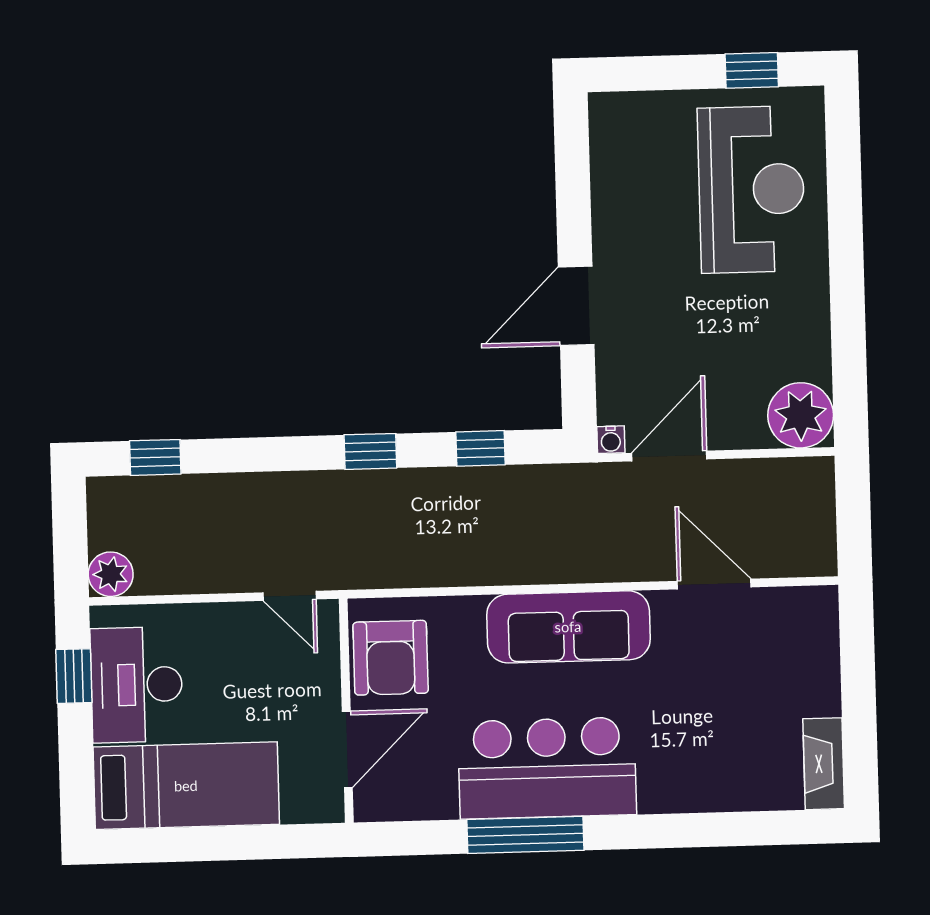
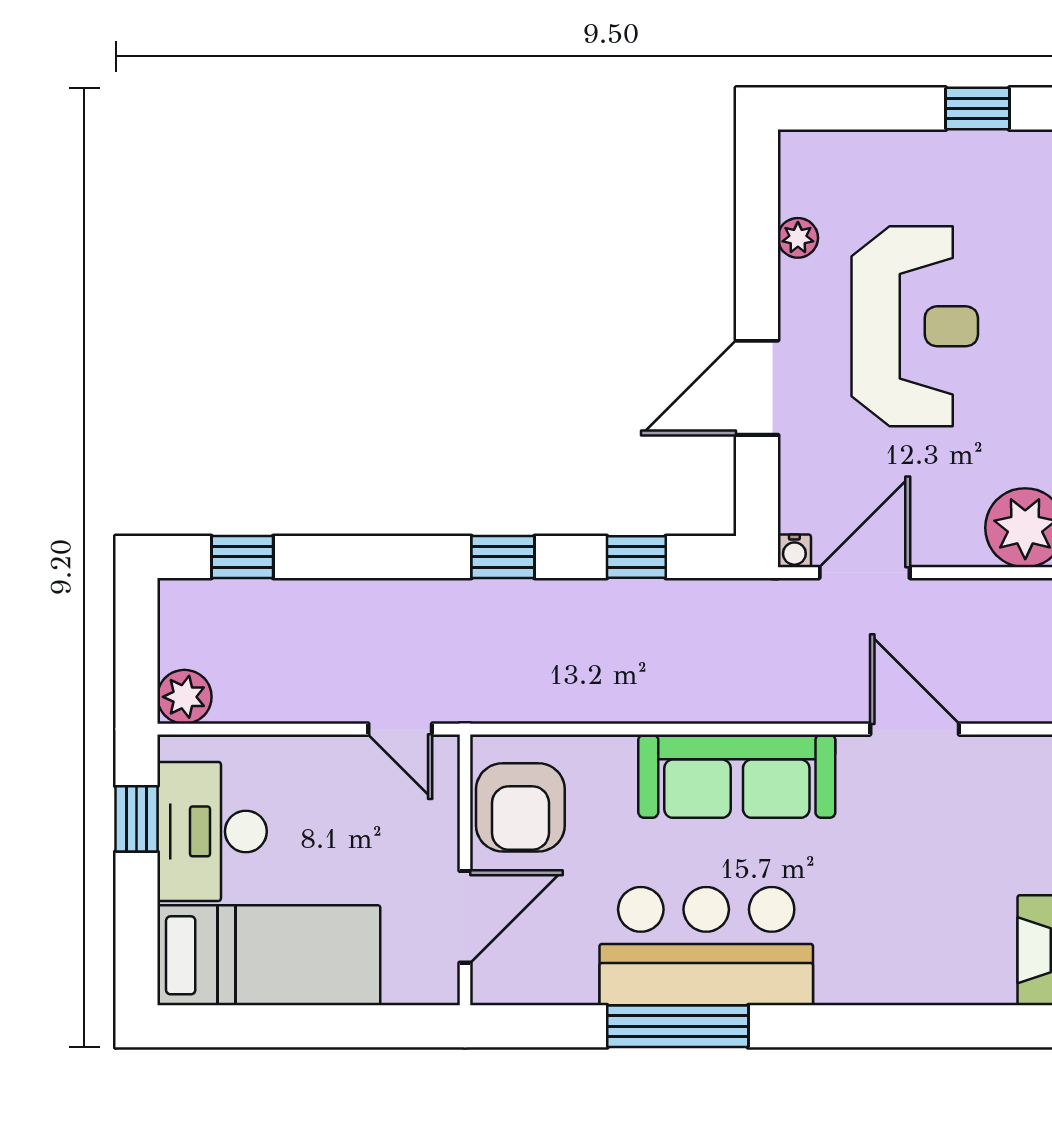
plant: (606, 181) -> (798, 238), added
reception desk: (751, 189) -> (915, 326), moved

